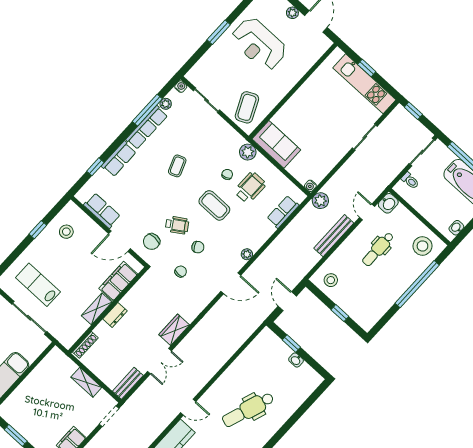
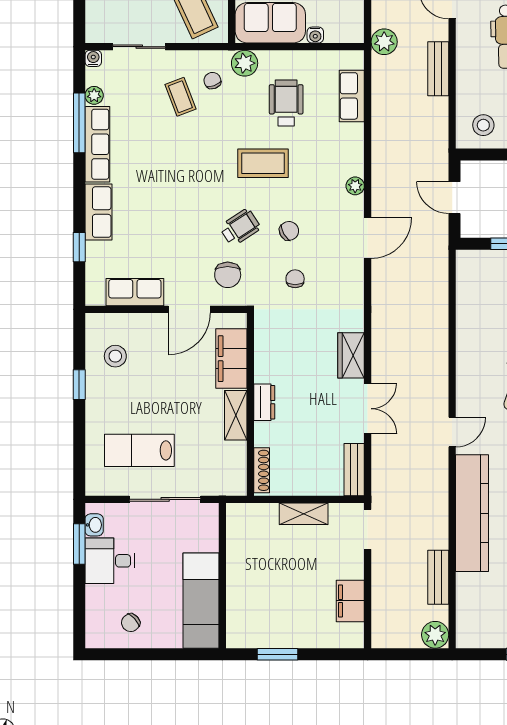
coffee table: (177, 166) -> (180, 97), moved
chair: (227, 174) -> (212, 81), moved
water cooler: (310, 186) -> (315, 35), moved
bench: (334, 236) -> (438, 69), width x0.73

